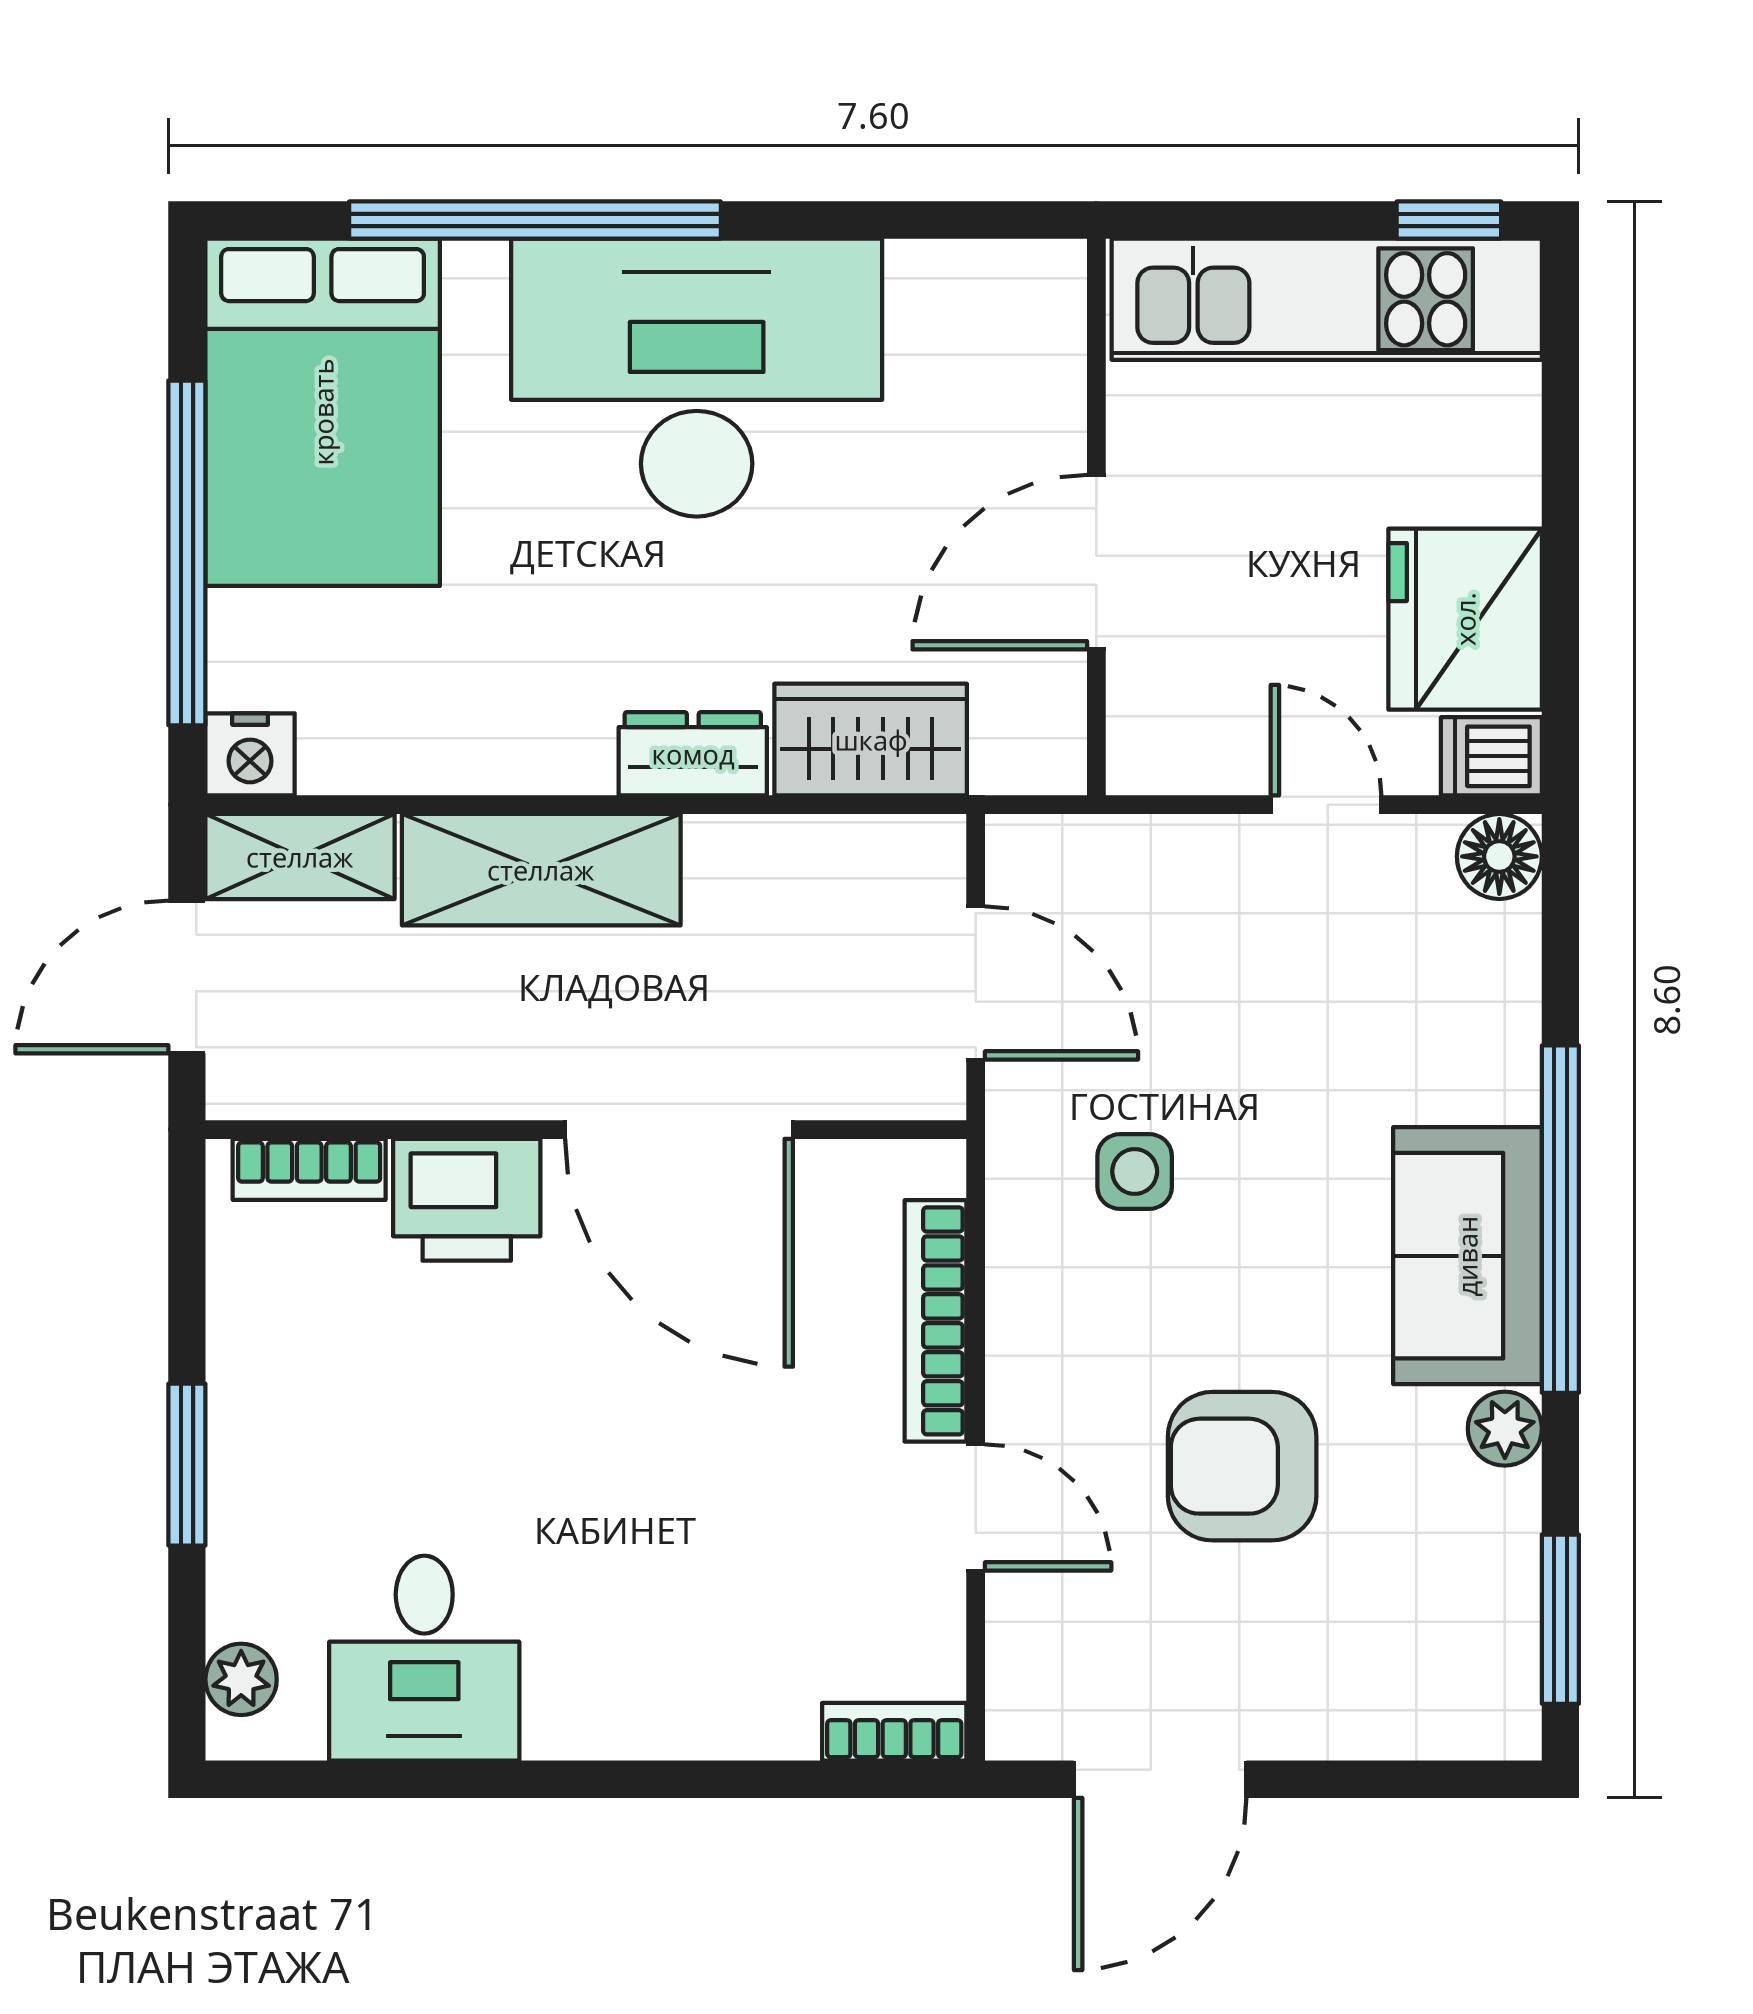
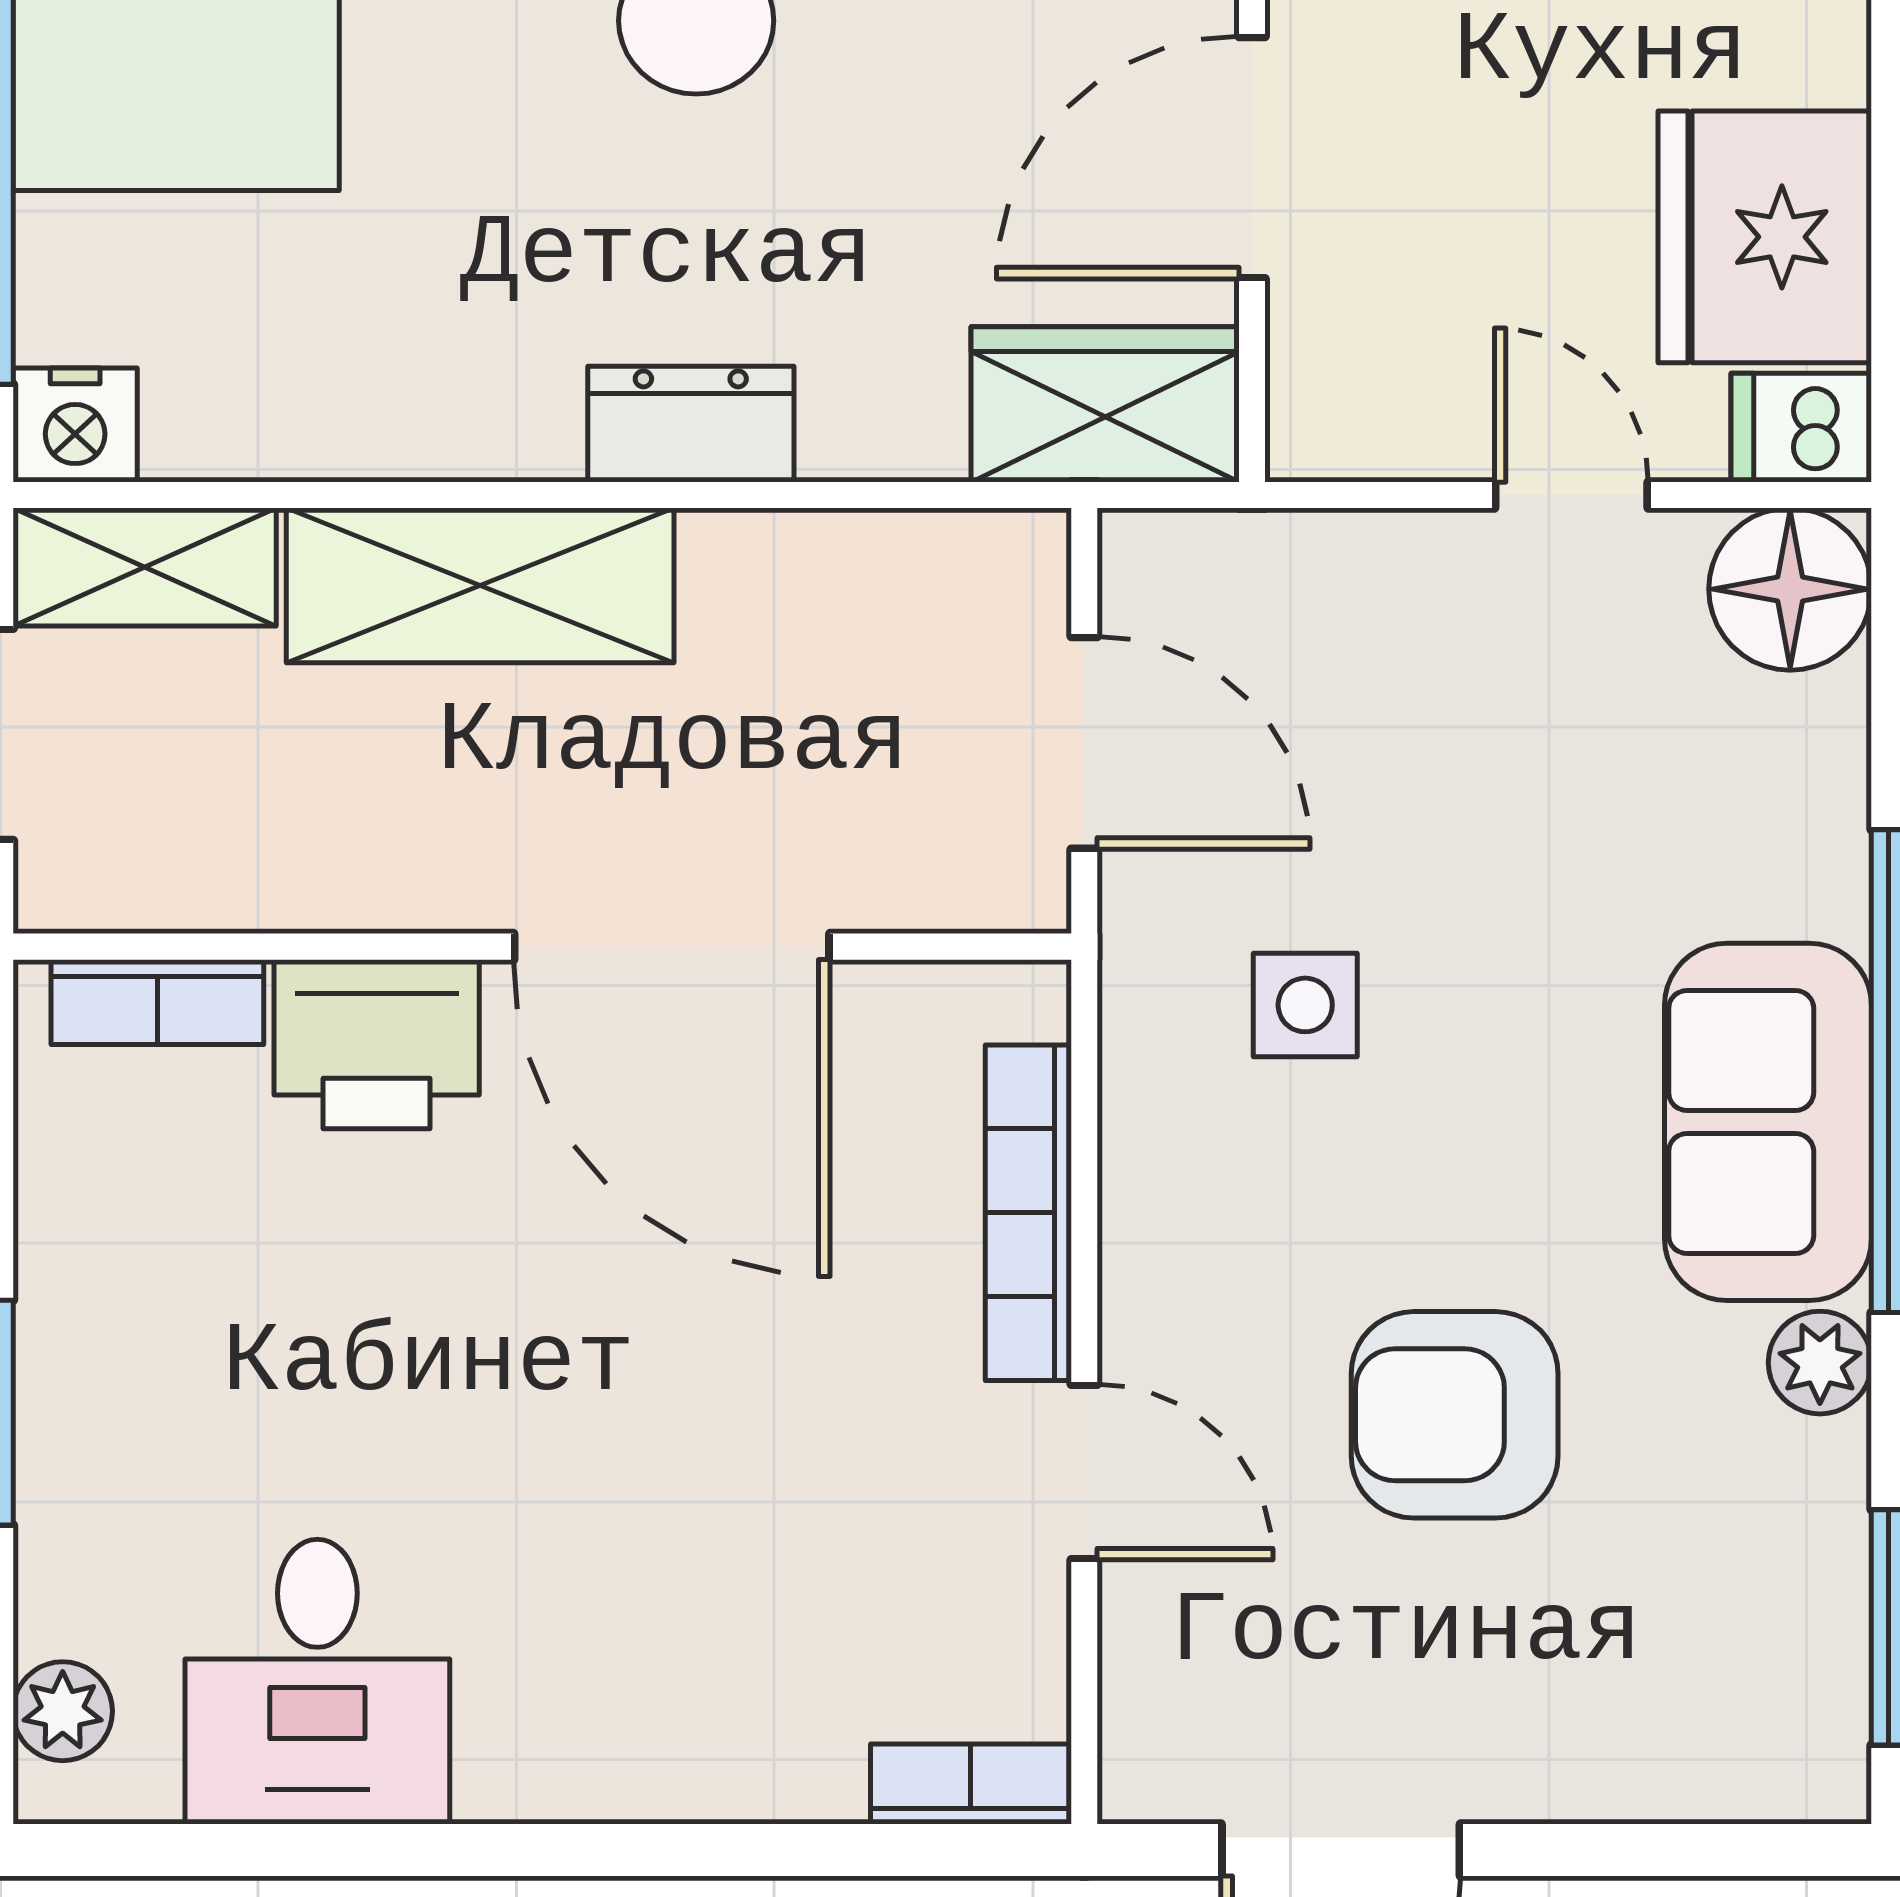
wardrobe: (871, 740) -> (1105, 404), moved
floor lamp: (1499, 856) -> (1790, 589), width x1.38, depth x1.38

